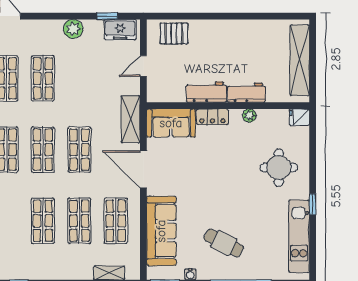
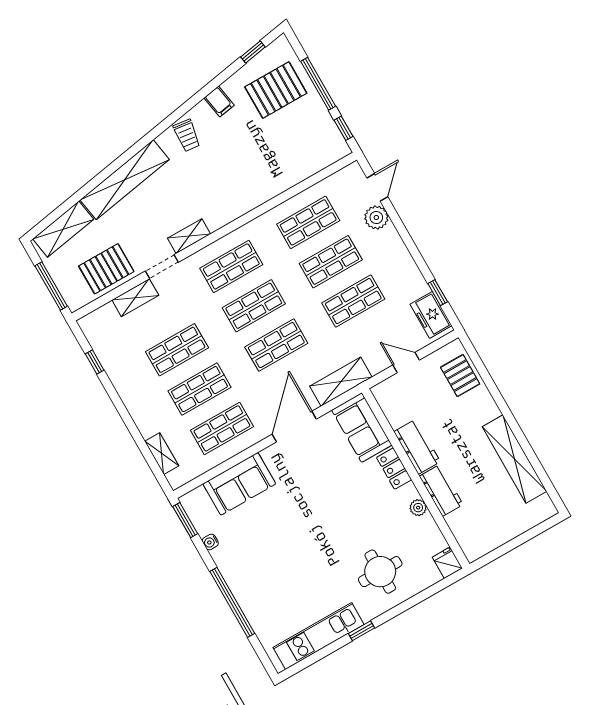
plant: (73, 29) -> (376, 217), moved
shelving: (300, 60) -> (514, 459), moved, turned 90
shop shelf: (79, 78) -> (353, 301), added
sofa: (161, 231) -> (239, 484), width x0.73
cafe table: (224, 243) -> (265, 559), removed

